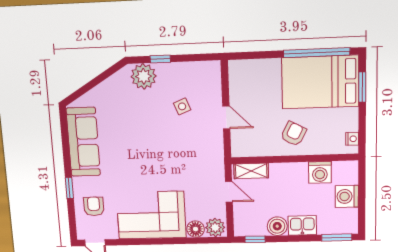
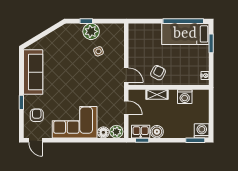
plant: (144, 76) -> (91, 31), moved
bed: (320, 82) -> (185, 34), width x0.67
door: (226, 117) -> (126, 75), moved
armchair: (293, 134) -> (158, 73), moved
shelving: (251, 171) -> (157, 94), moved
washing machine: (347, 196) -> (202, 131), moved, turned 90
kitchen sink: (302, 225) -> (141, 132), moved

